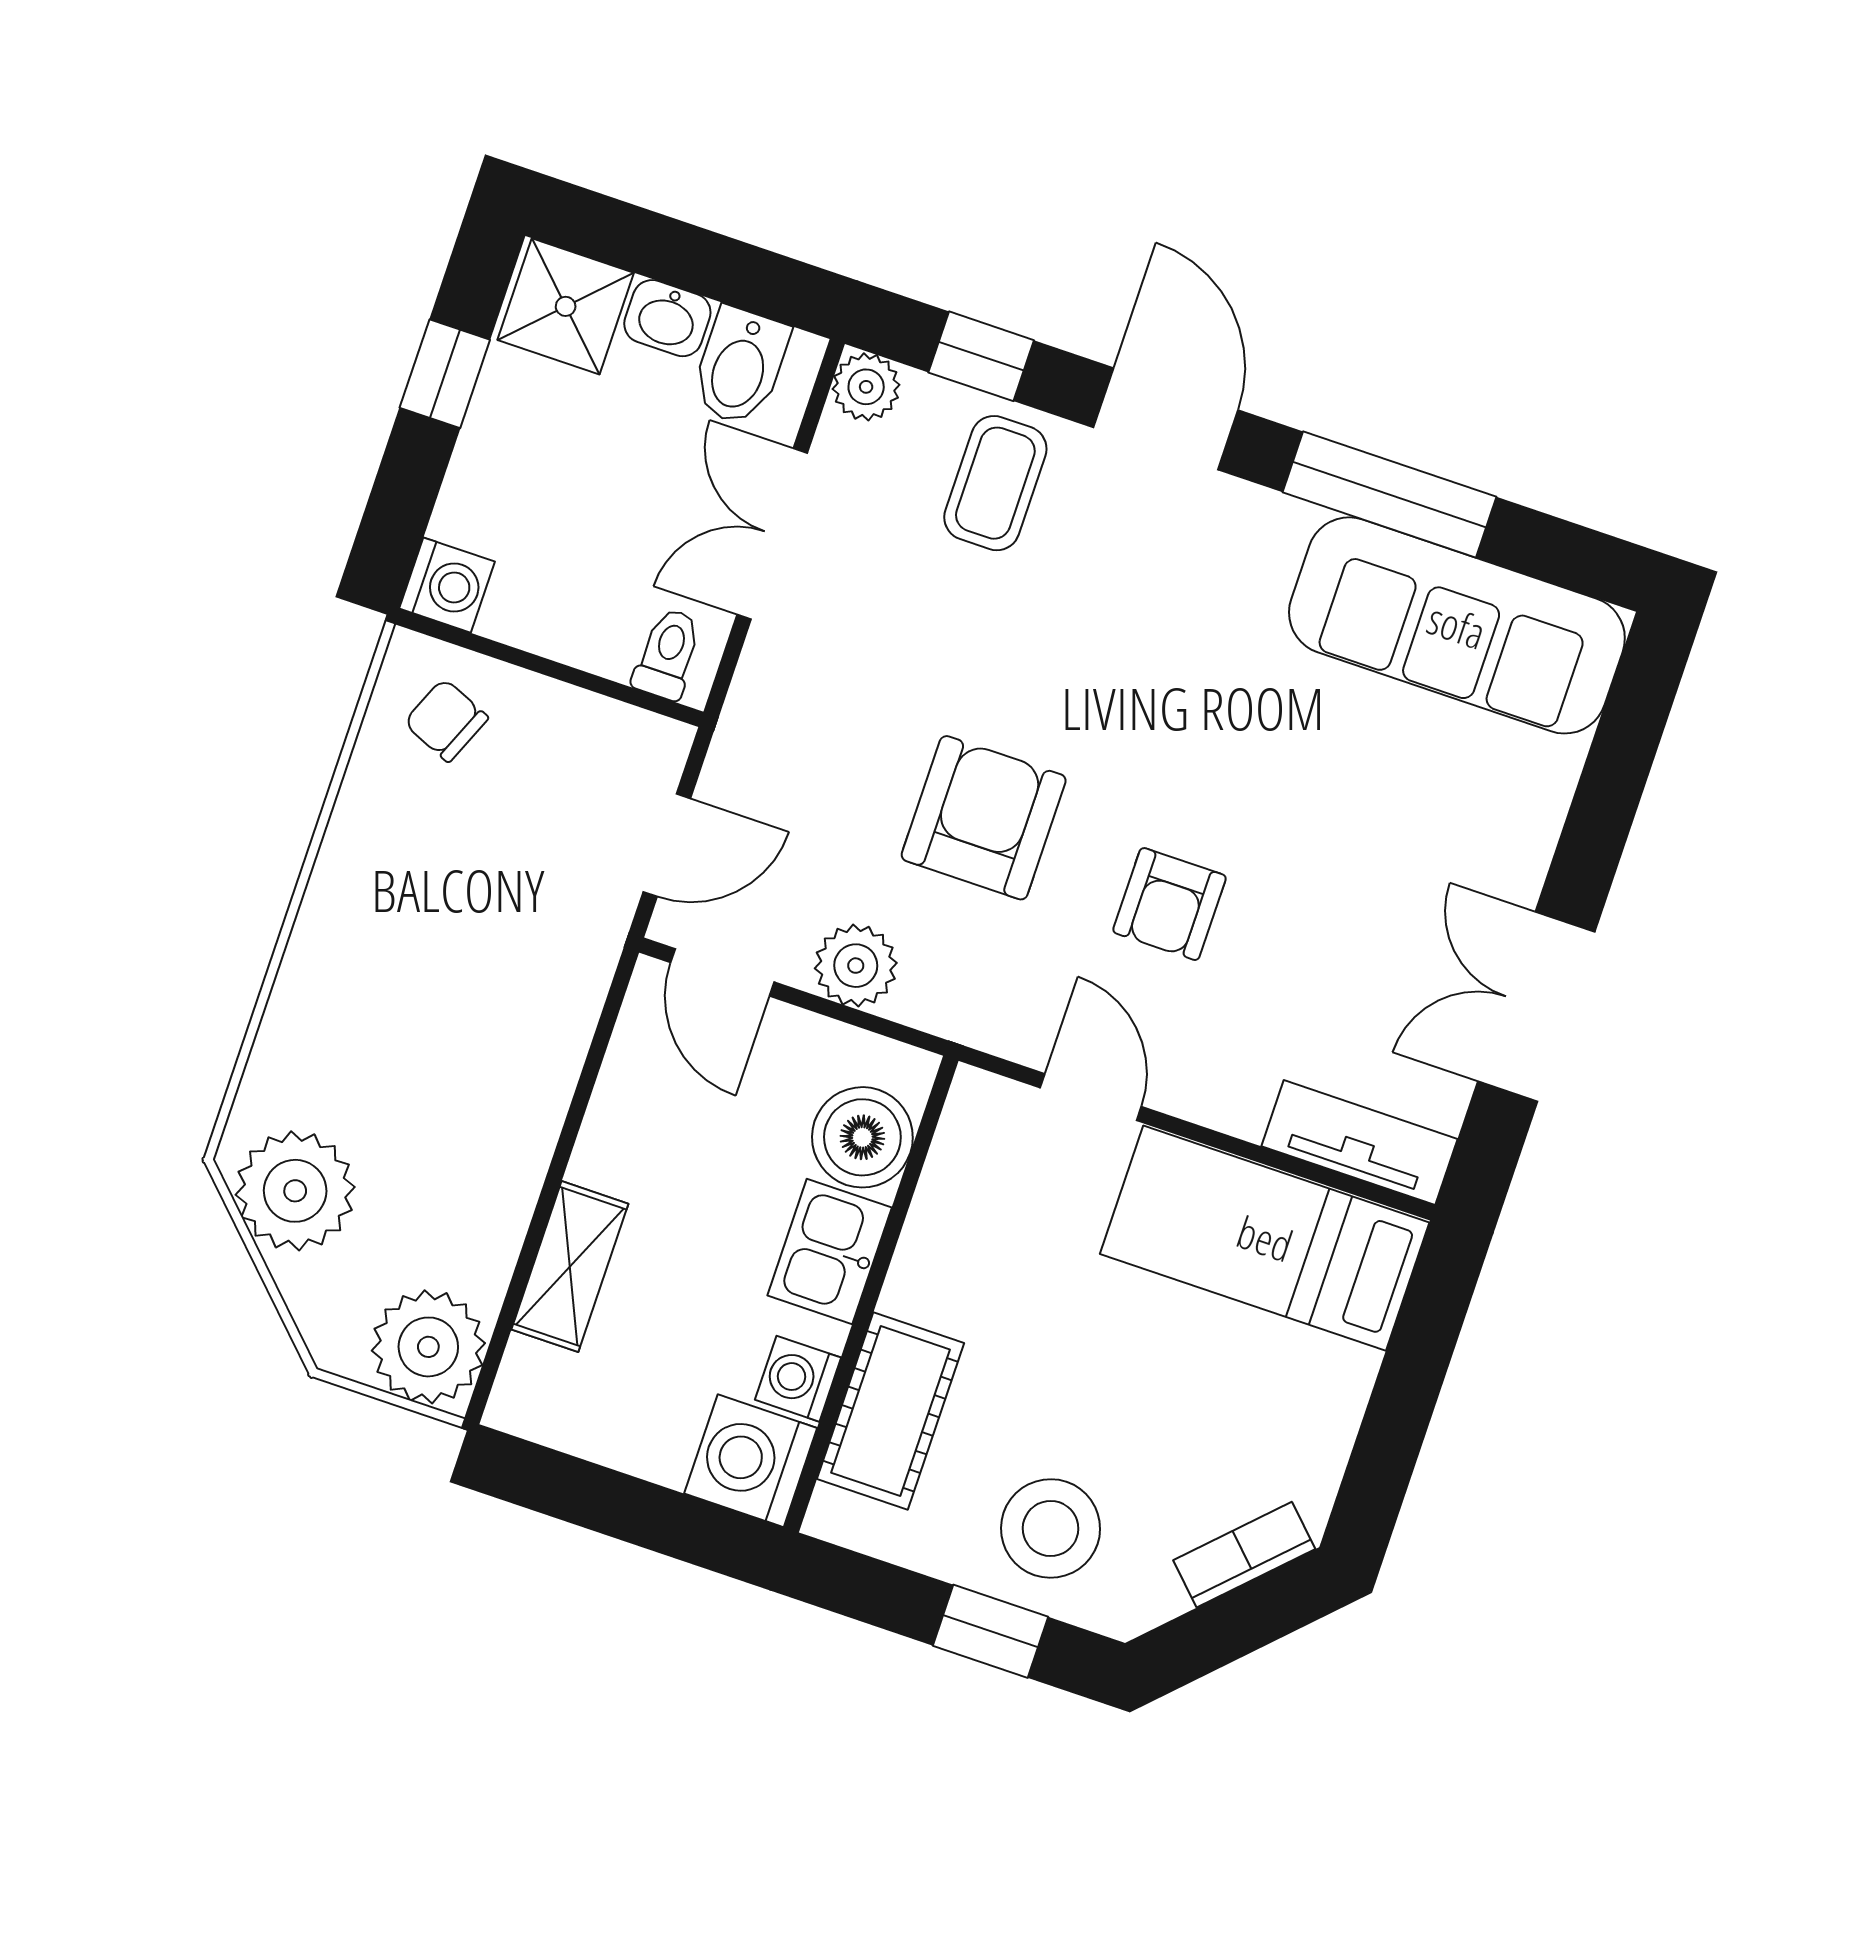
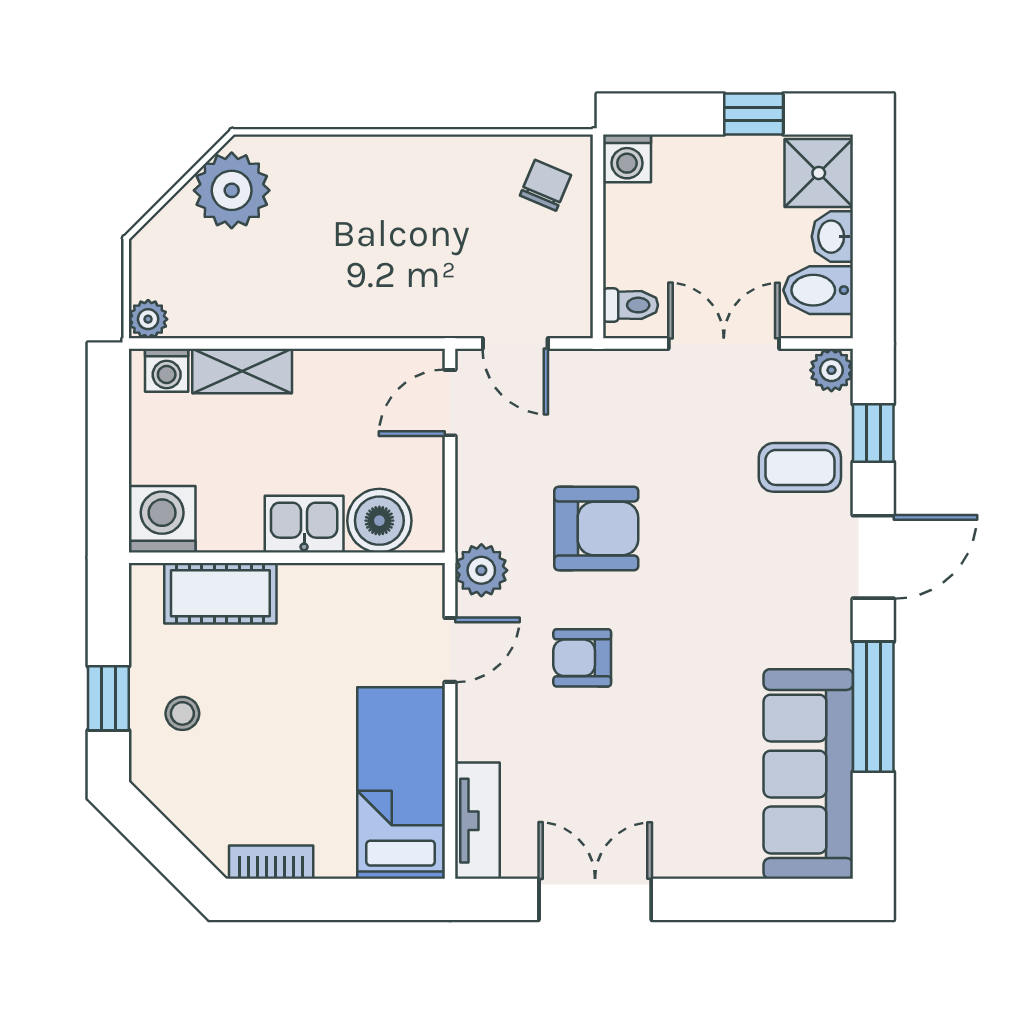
plant: (856, 966) -> (481, 570), moved
plant: (428, 1347) -> (148, 319), width x0.53, depth x0.53
washing machine: (798, 1379) -> (167, 370), moved, turned 180
stool: (1051, 1528) -> (182, 713), width x0.53, depth x0.53
bookcase: (1244, 1555) -> (271, 862), moved, turned -45

